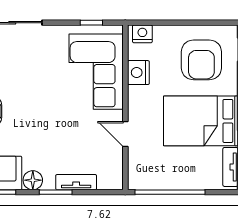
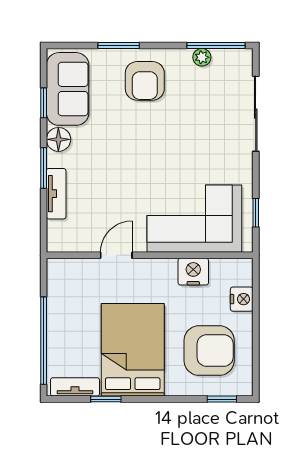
nightstand: (142, 34) -> (242, 299), moved
armchair: (201, 60) -> (209, 351), turned 180
window: (170, 192) -> (44, 341), moved

